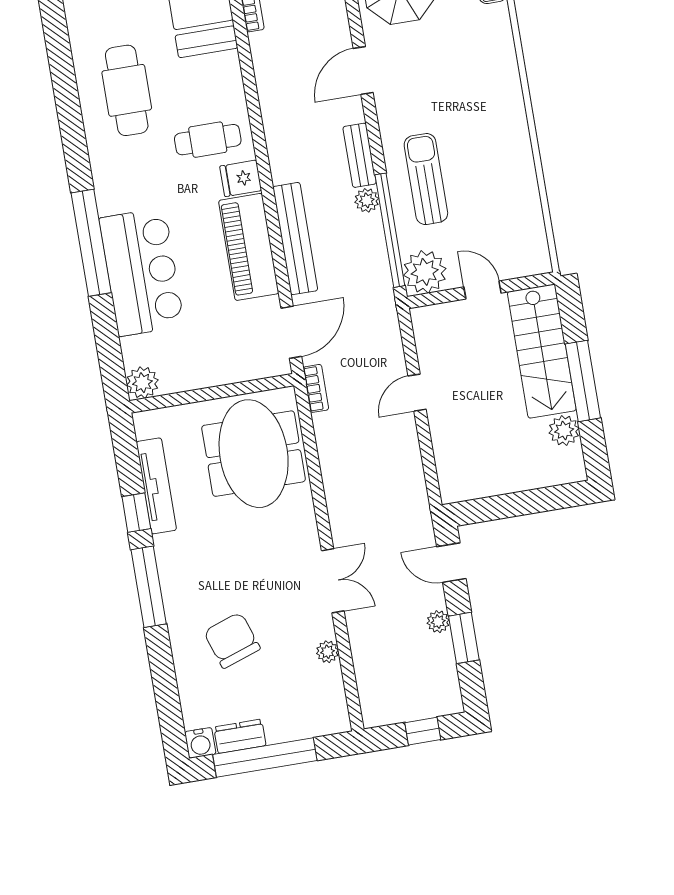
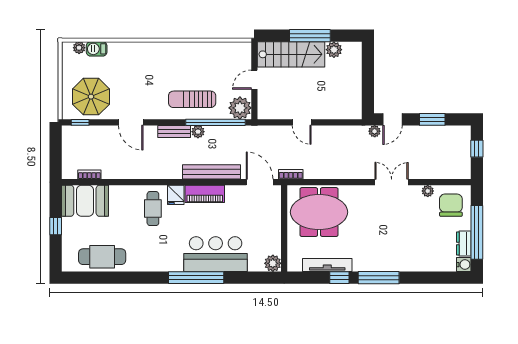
cafe table: (127, 90) -> (102, 257), moved
piano: (249, 247) -> (205, 194), width x0.73, depth x0.75
plant: (438, 622) -> (375, 131), moved
chair: (232, 640) -> (451, 205), moved, turned 109

